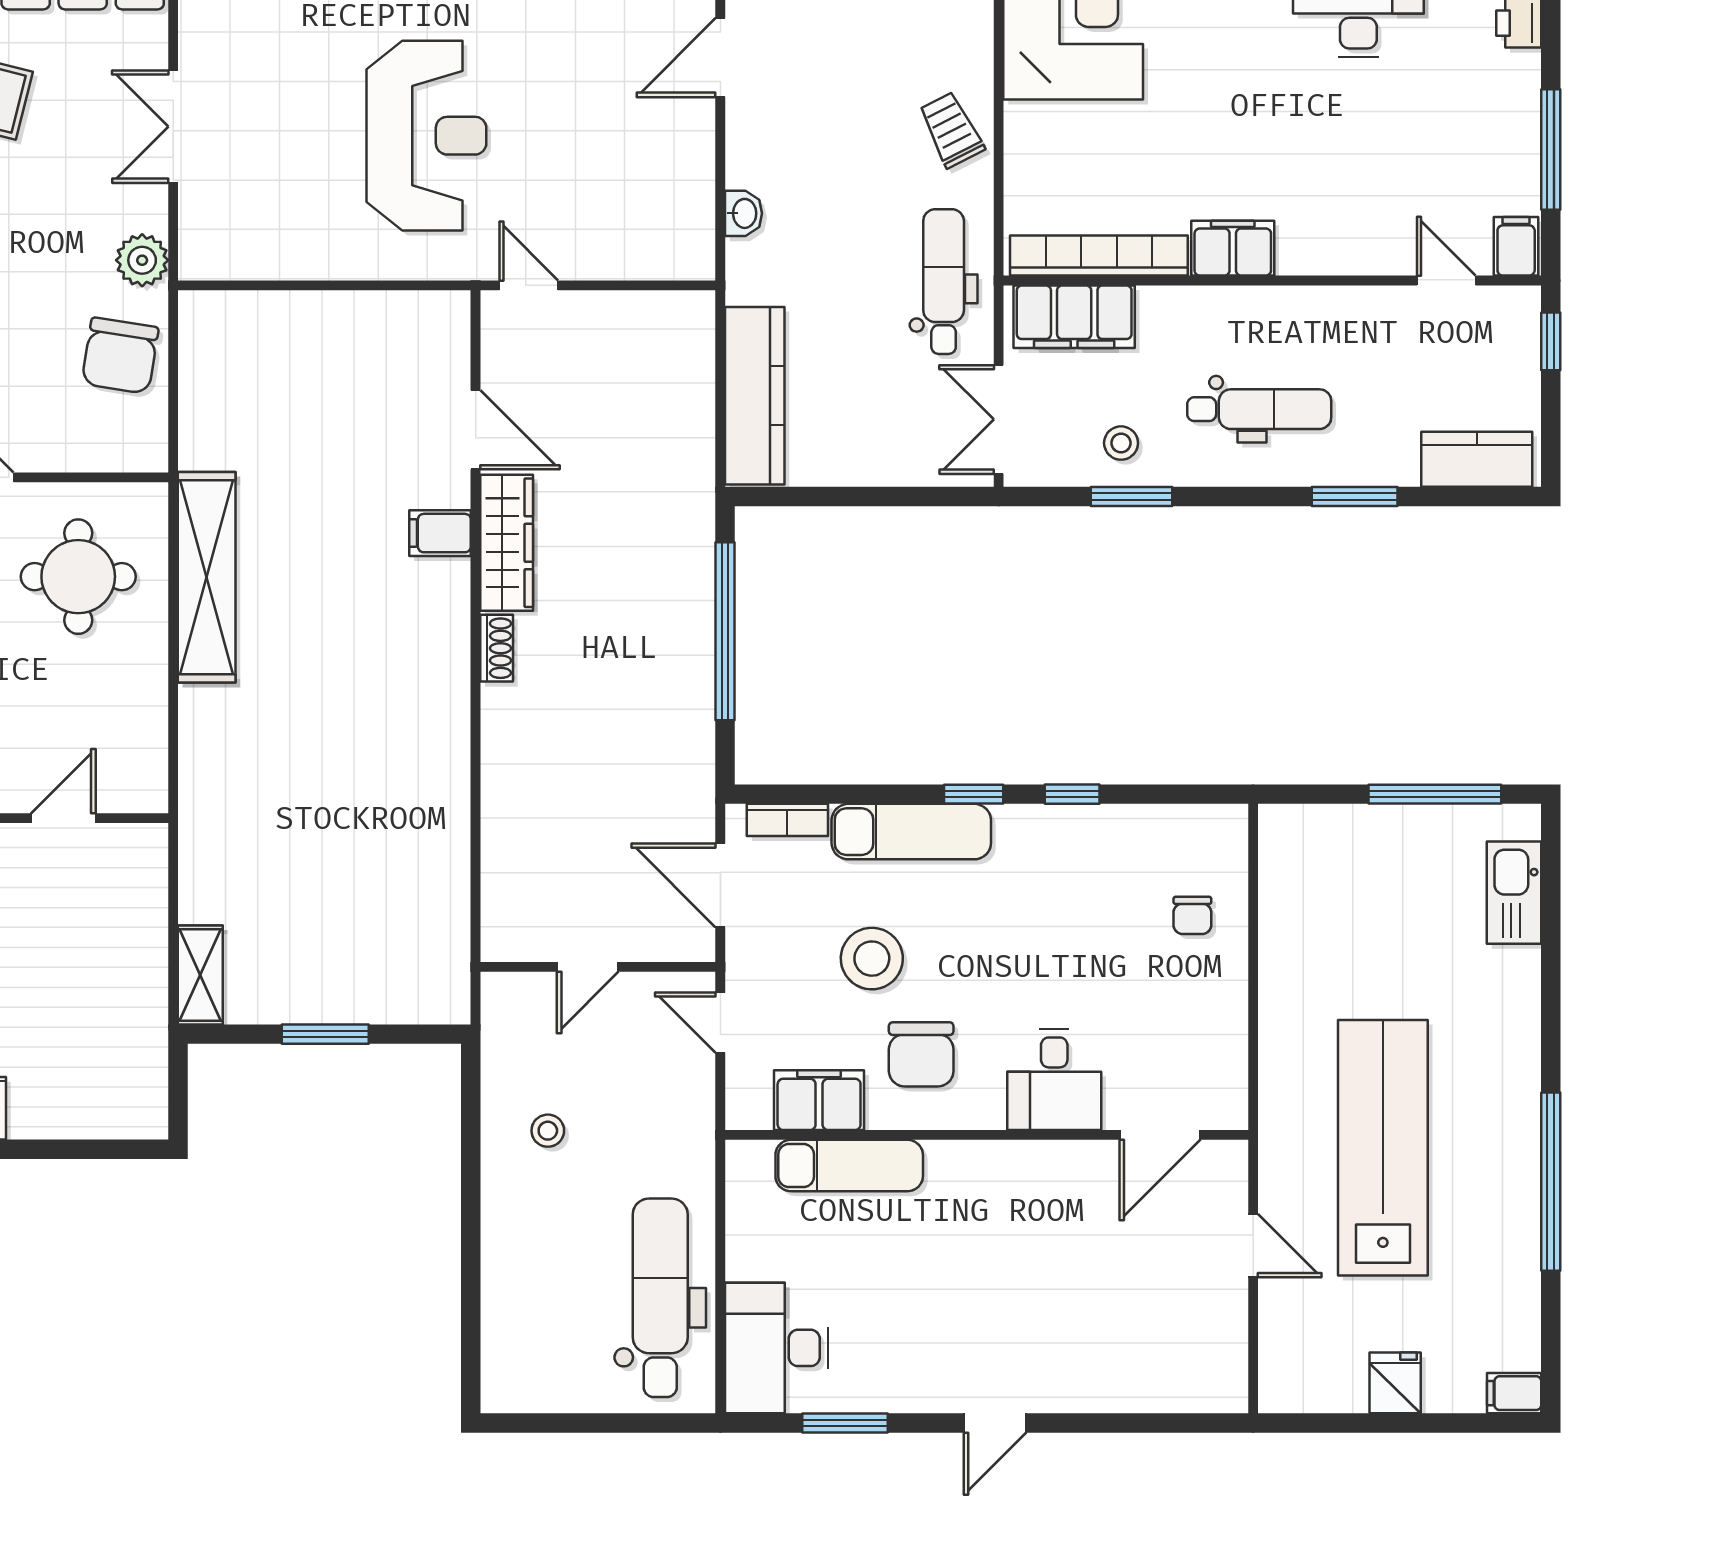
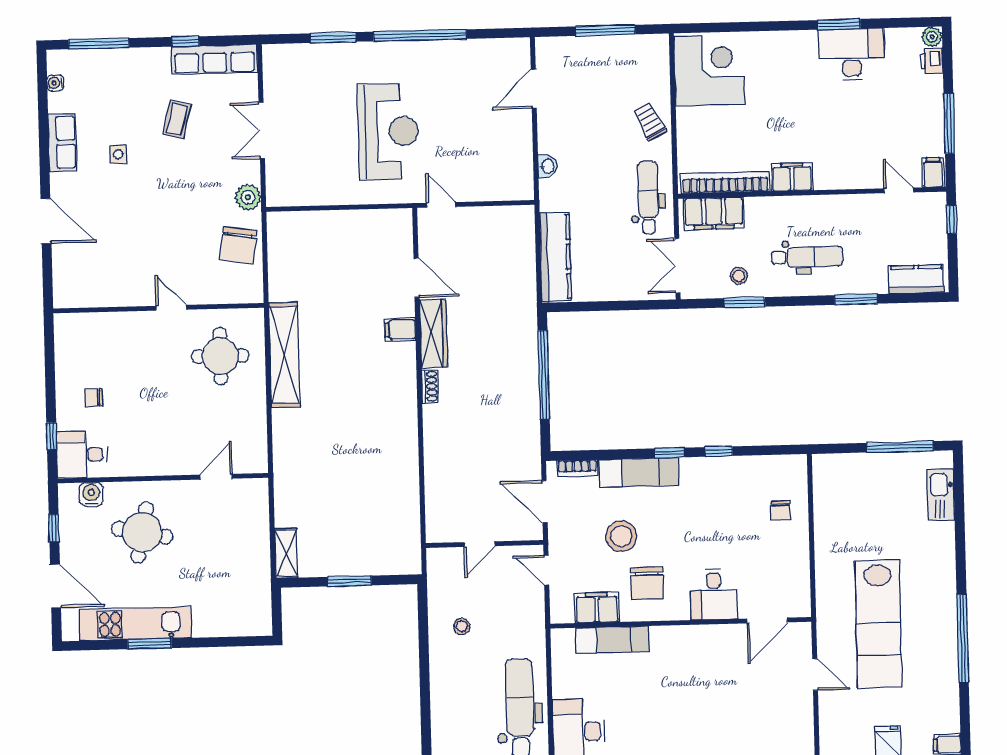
lab bench: (1383, 1148) -> (879, 624), turned 180

